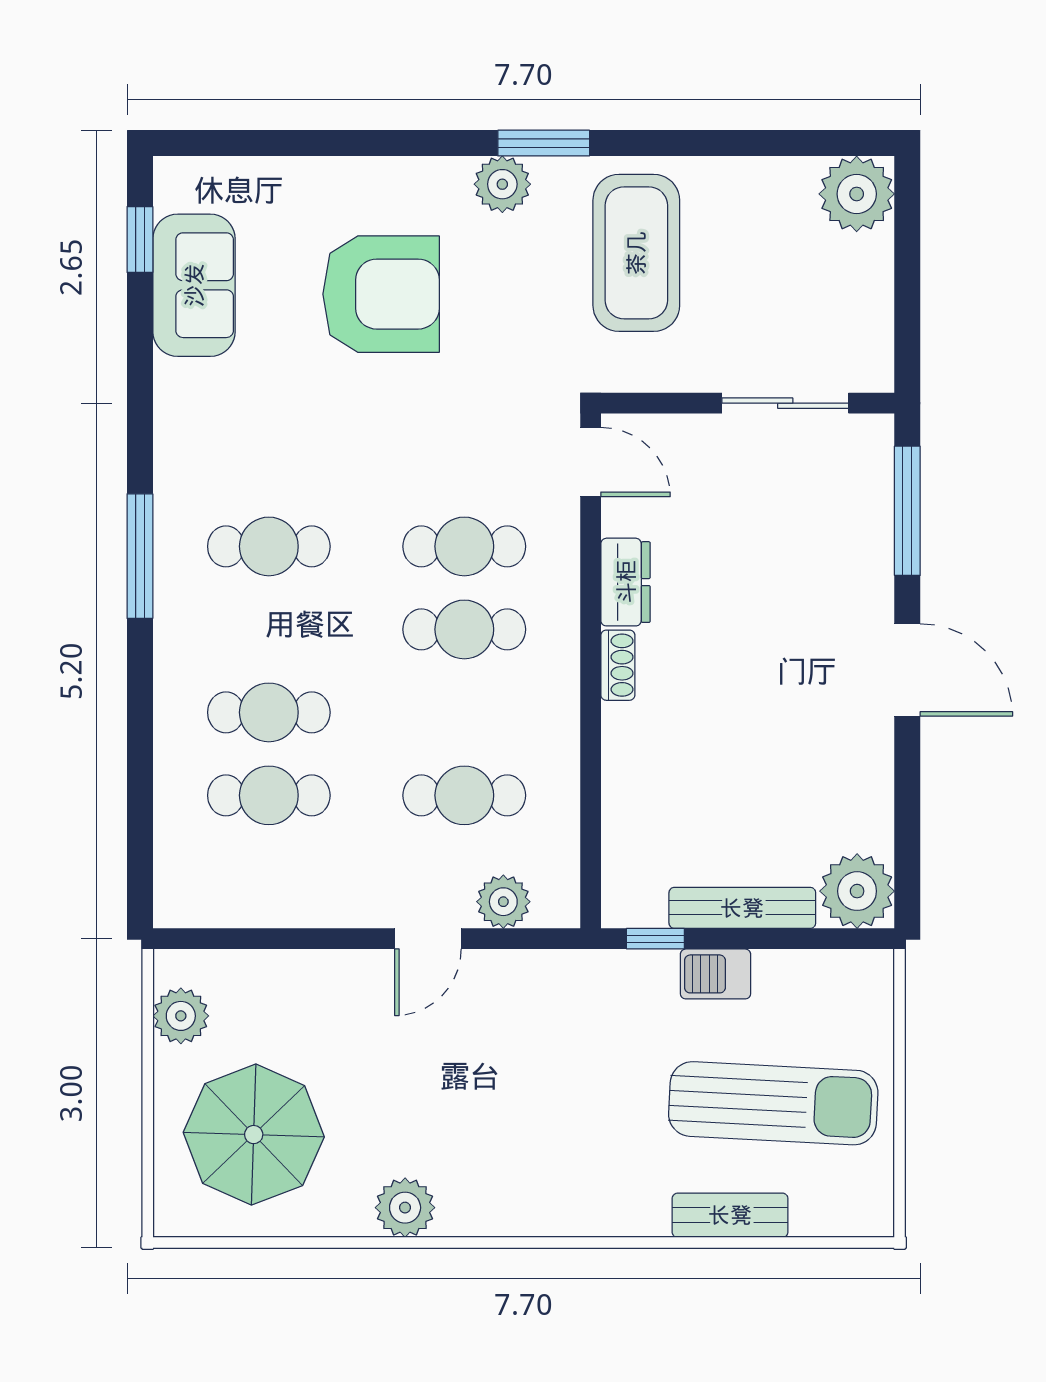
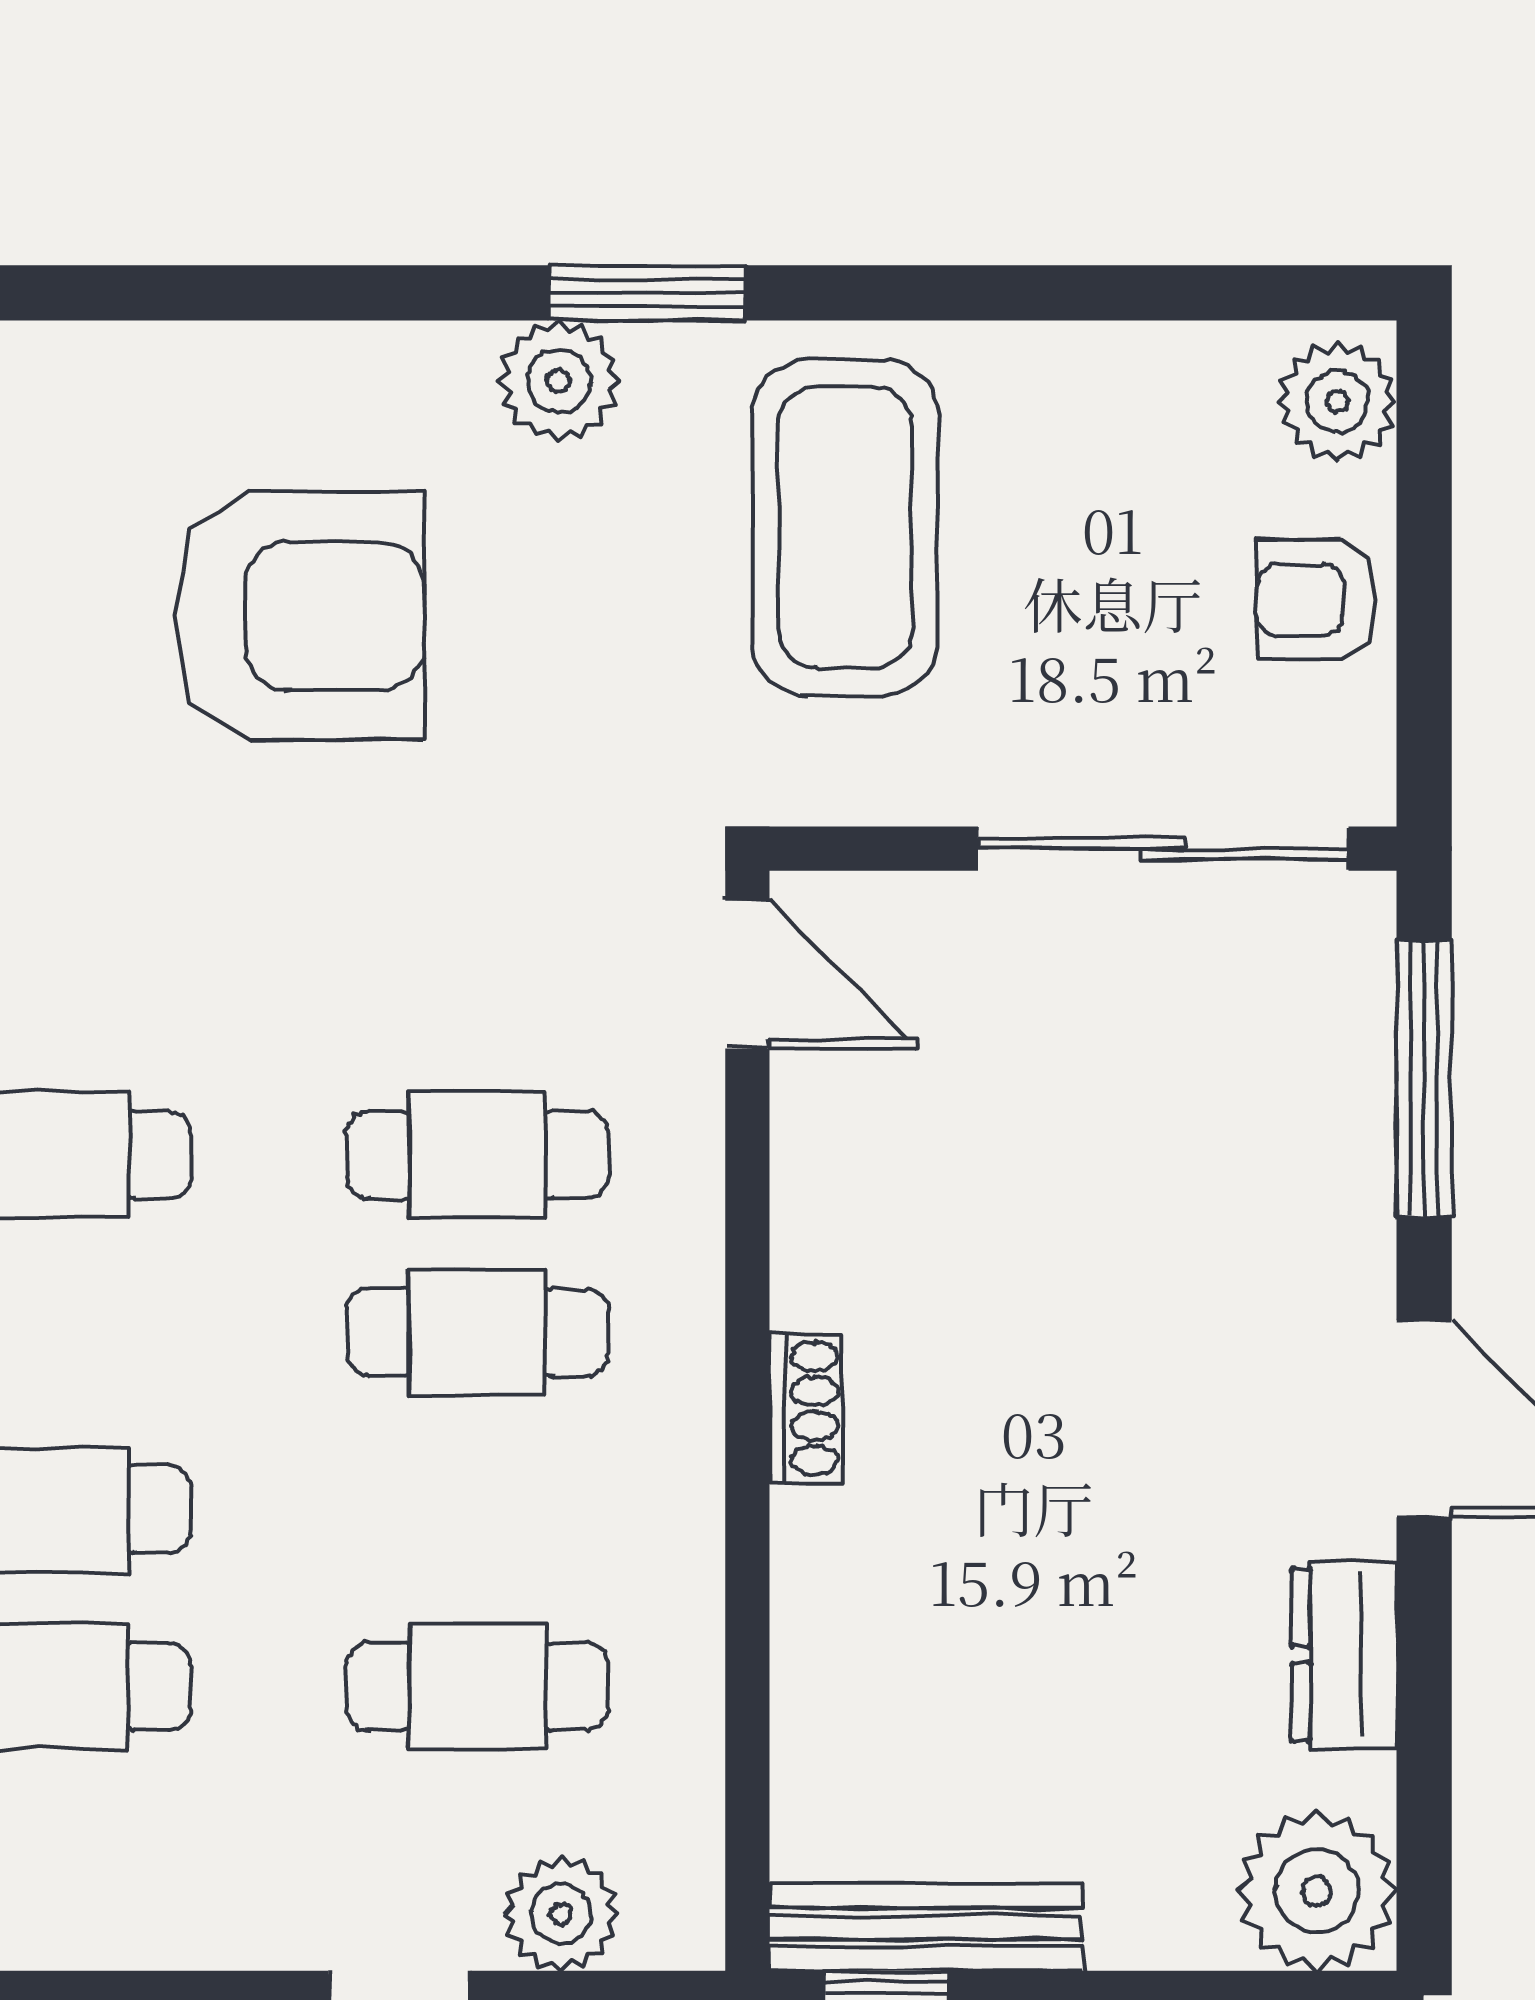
plant: (857, 194) -> (1337, 402), width x0.73, depth x0.73
armchair: (857, 287) -> (1317, 600), added
sliding door: (785, 403) -> (1163, 849), width x1.37
dresser: (626, 582) -> (1344, 1655), moved, turned 180
bench: (742, 908) -> (926, 1927), moved

